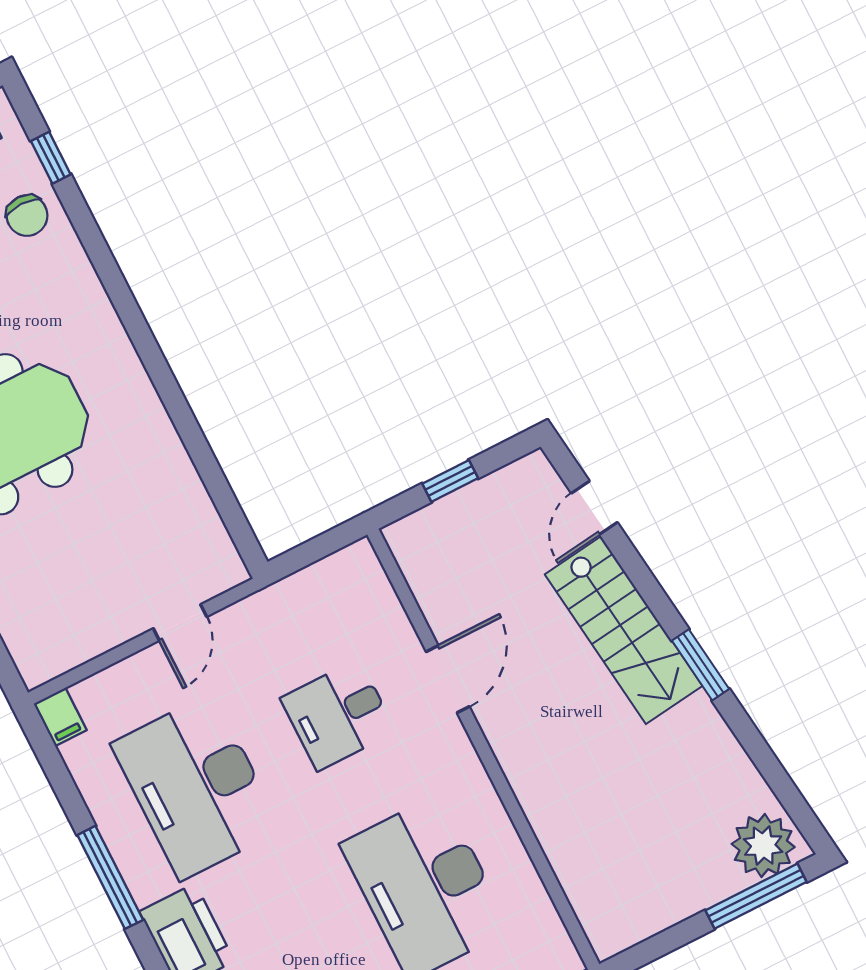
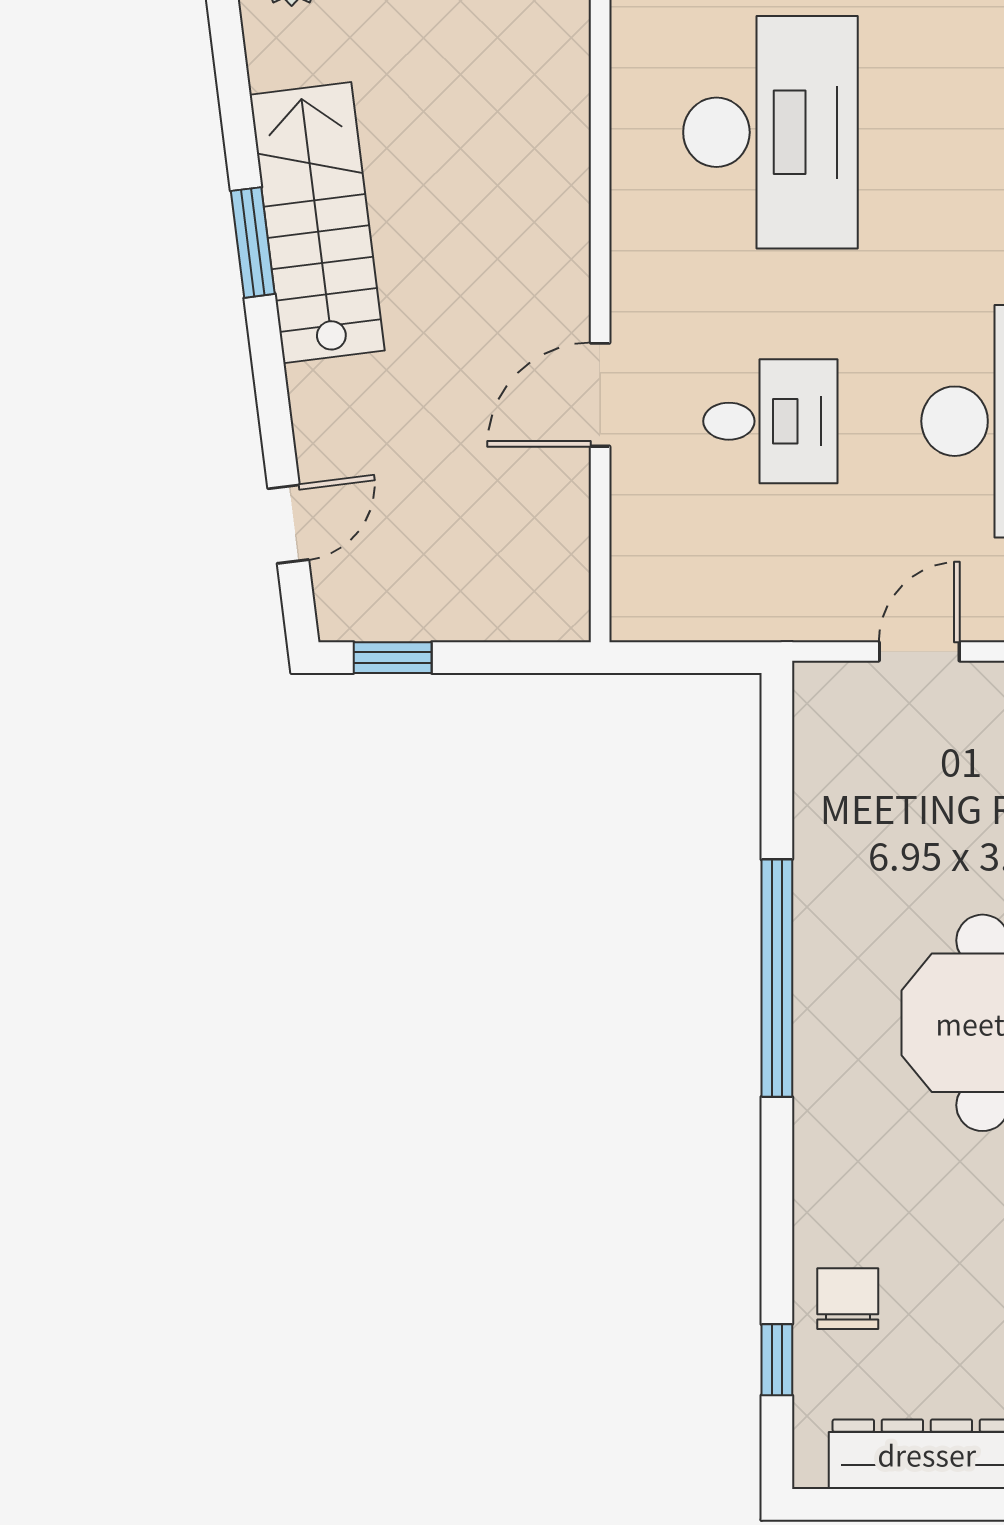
window: (166, 385) -> (777, 978), added
window: (450, 481) -> (393, 658), moved
stairs: (624, 630) -> (317, 223), moved

